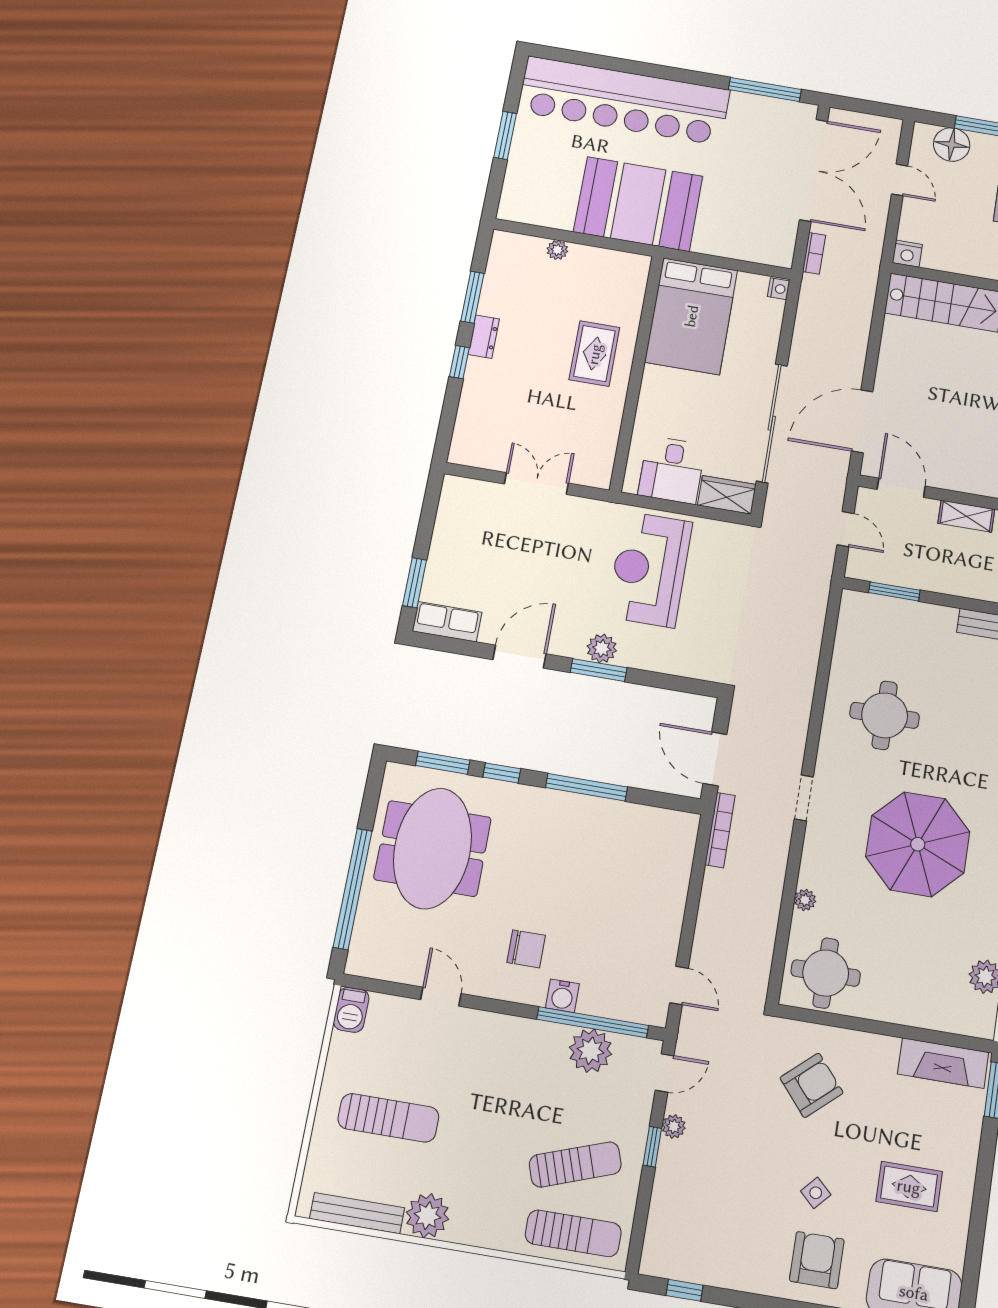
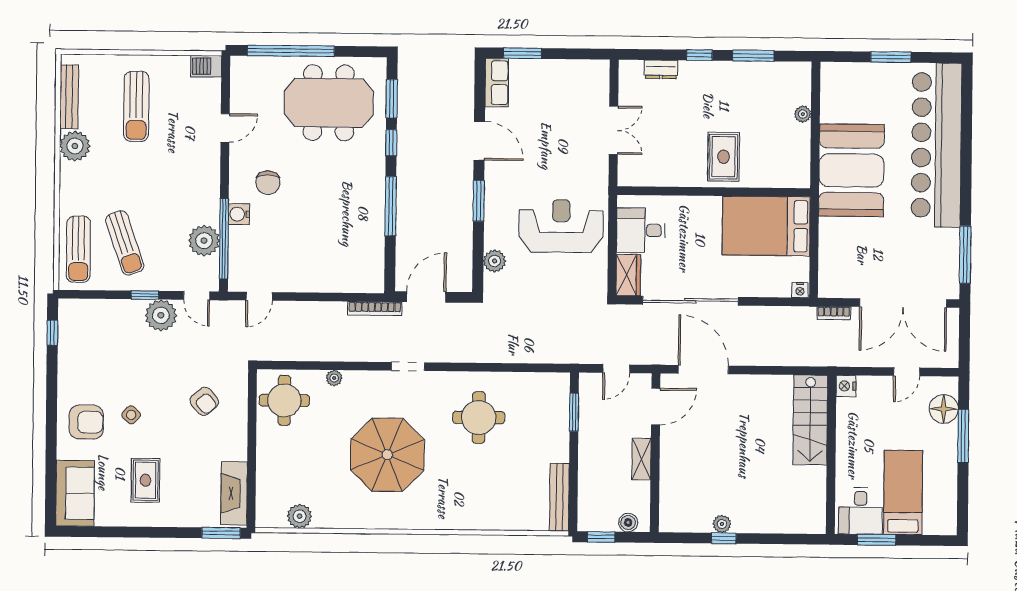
dresser: (484, 337) -> (661, 69), moved
rug: (594, 354) -> (724, 157), turned 90
plant: (602, 648) -> (495, 261), moved
armchair: (812, 1085) -> (204, 401), width x0.72, depth x0.72
plant: (674, 1126) -> (161, 315), width x1.88, depth x1.88

